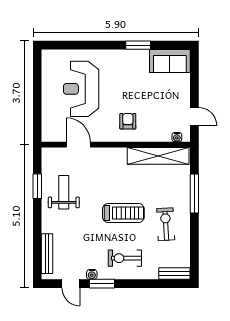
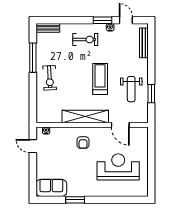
reception desk: (81, 89) -> (118, 167), turned -90
shelving: (158, 156) -> (85, 116), moved
window: (194, 194) -> (33, 58), moved
treadmill: (123, 213) -> (100, 79), moved, turned 90
exercise bike: (166, 224) -> (50, 78), moved

